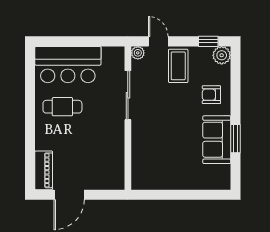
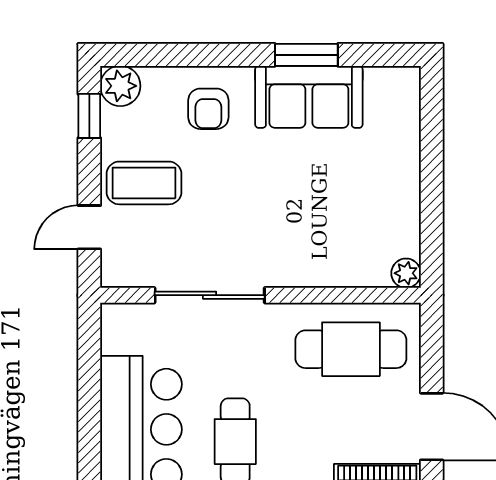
plant: (138, 53) -> (406, 273), moved
cafe table: (104, 158) -> (351, 349), added

